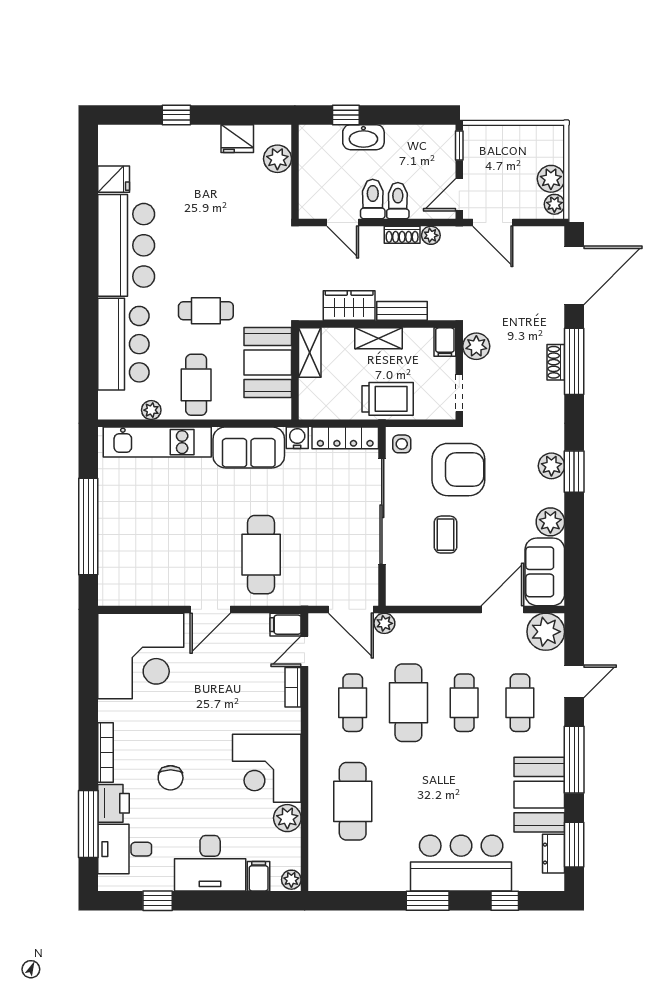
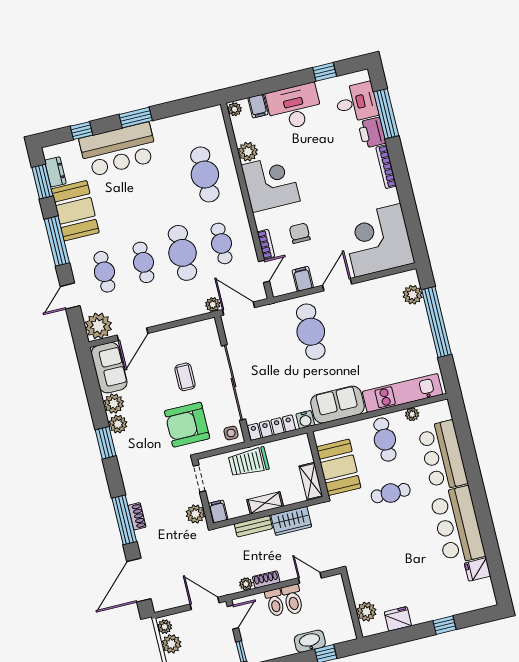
plant: (551, 466) -> (118, 424), moved
plant: (112, 571) -> (413, 295), added
filing cabinet: (285, 625) -> (303, 279), moved, turned -90
chair: (171, 778) -> (300, 233), moved

